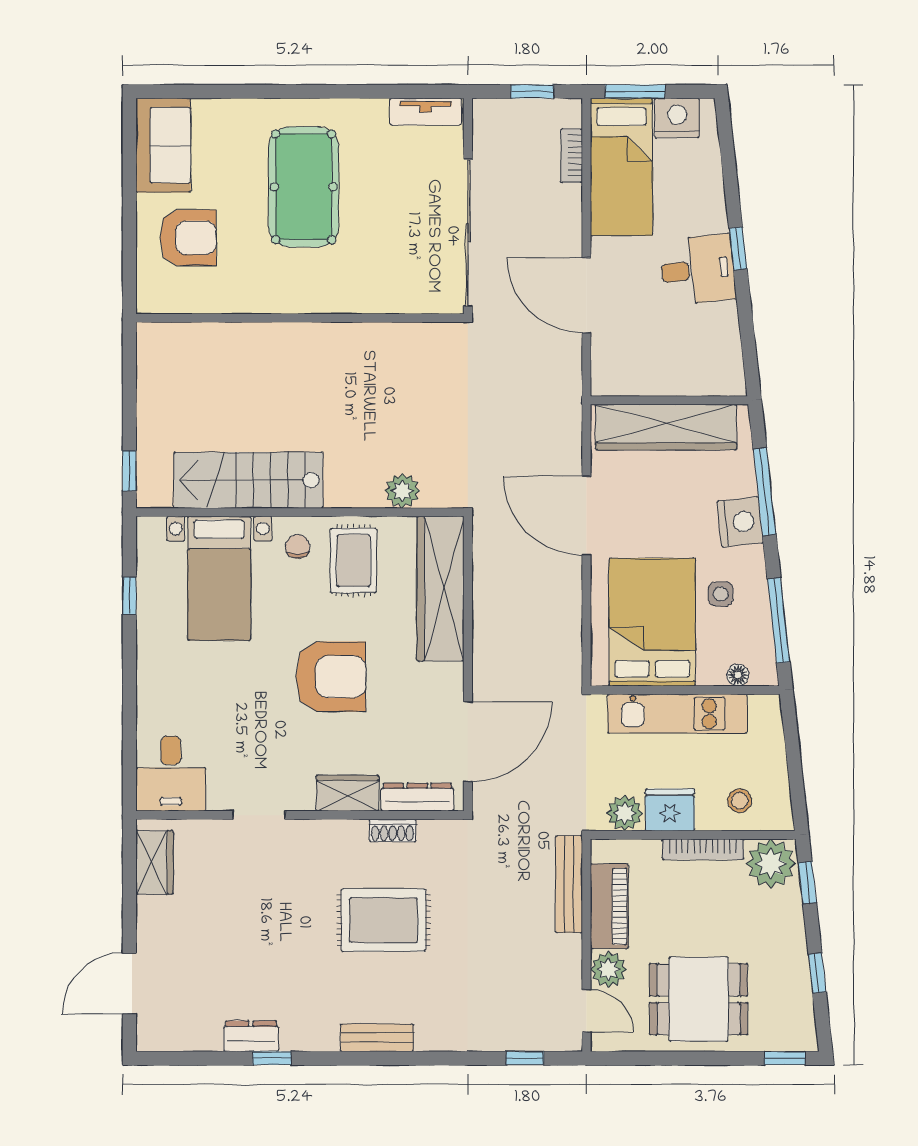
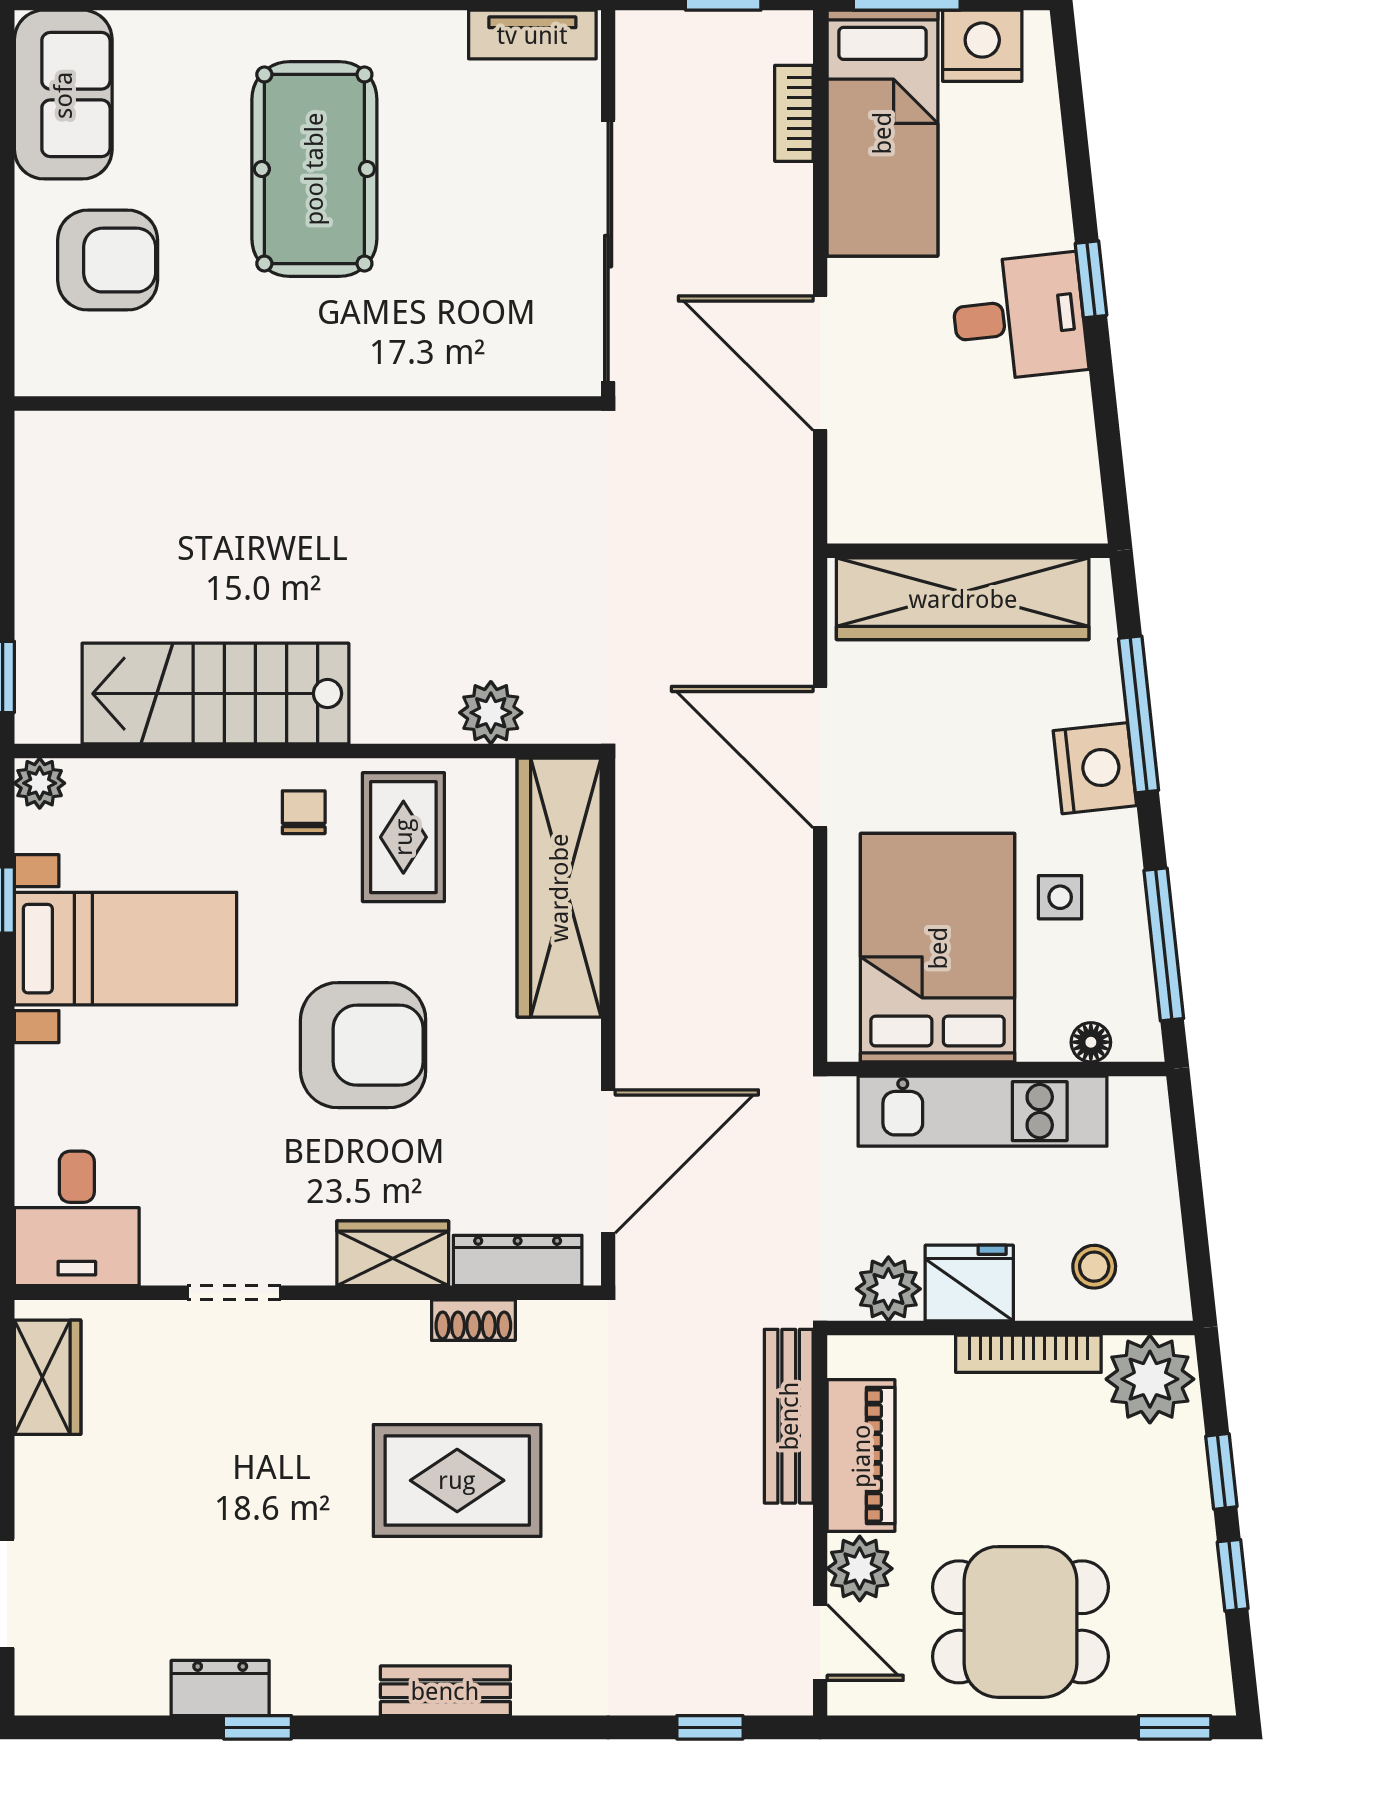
plant: (150, 530) -> (40, 783), added
bed with nightstands: (219, 578) -> (126, 949), moved, turned -90
window: (807, 883) -> (1221, 1471), moved

